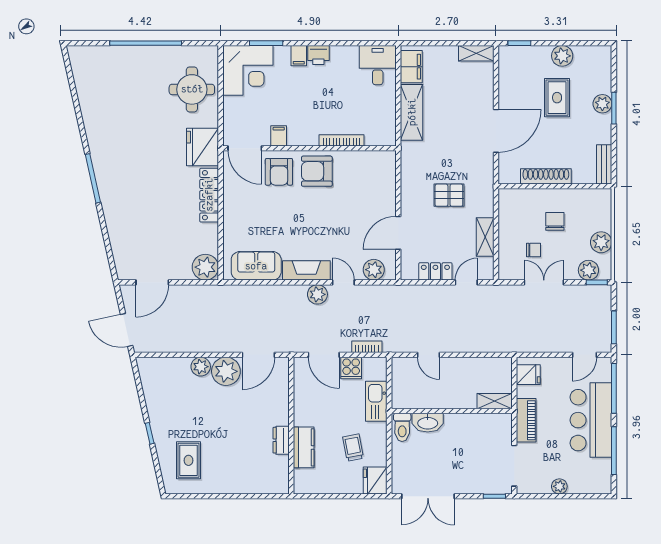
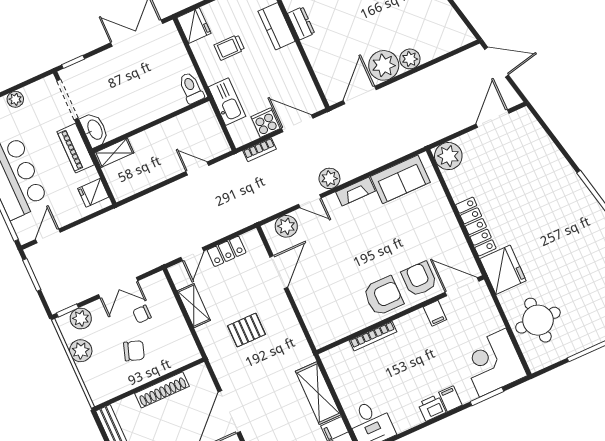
chair: (555, 221) -> (134, 351), turned -71
fireplace: (306, 270) -> (355, 192), width x0.73, depth x0.76
washbasin: (428, 423) -> (94, 130), moved, turned 90
trolley: (353, 448) -> (229, 47), turned 101

